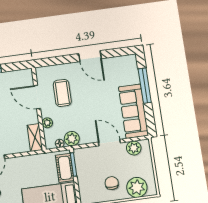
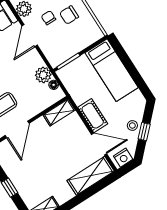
plant: (47, 123) -> (39, 107), removed
chair: (117, 165) -> (48, 18), added
cot: (65, 168) -> (93, 116), moved, turned 90

